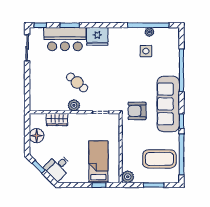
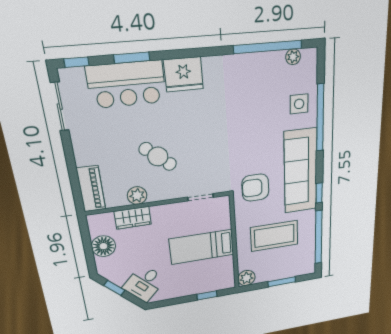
plant: (149, 32) -> (293, 57), moved
side table: (146, 51) -> (299, 104), moved
piano: (36, 97) -> (91, 189), added
plant: (74, 105) -> (137, 196), moved
coffee table: (159, 159) -> (274, 236), moved
bed: (98, 162) -> (202, 247), moved, turned -90

